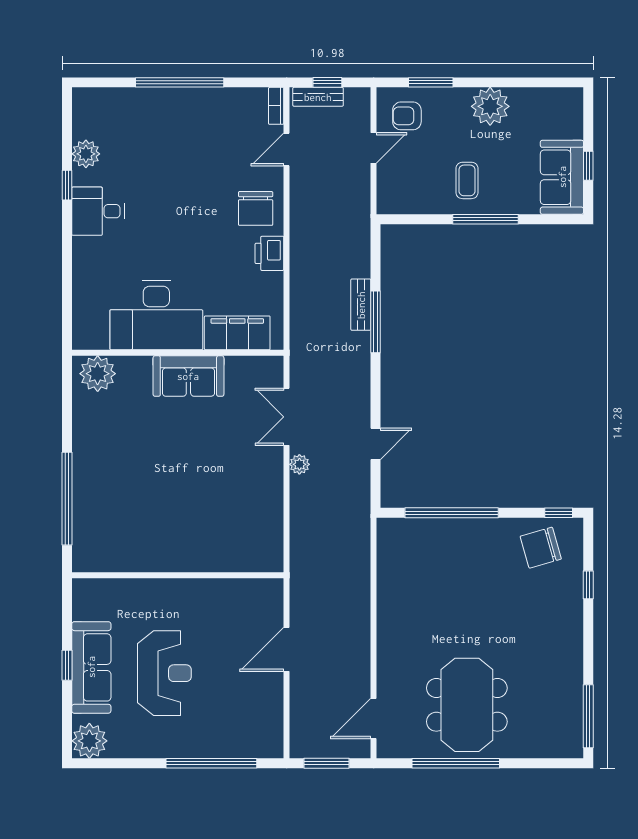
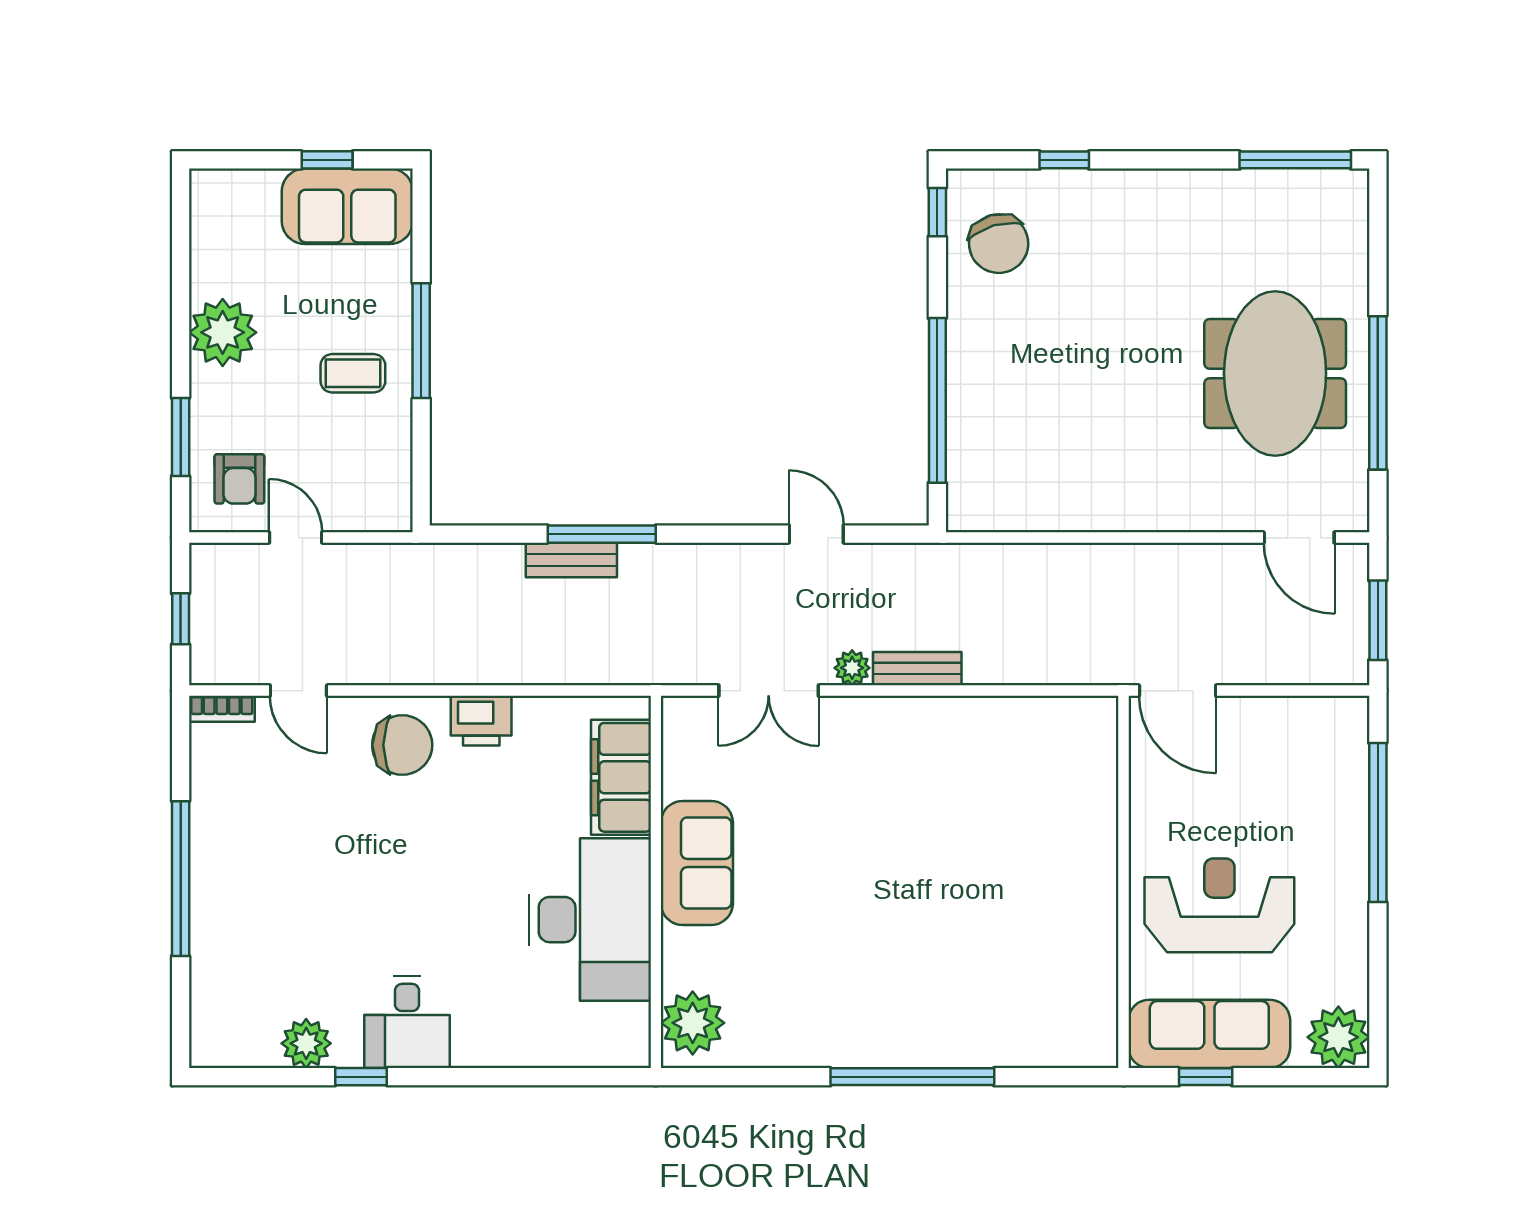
bench: (318, 97) -> (917, 669), moved, turned 90
wall: (178, 575) -> (1124, 882), moved
meeting table: (467, 705) -> (1275, 373), turned 90

